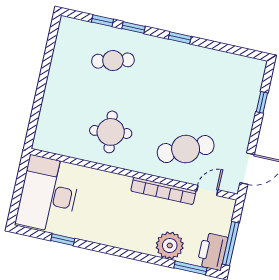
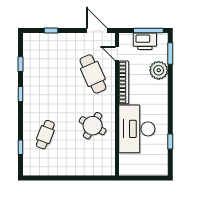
window: (133, 27) -> (21, 64), moved
cafe table: (113, 61) -> (45, 135), turned 36
round table: (111, 132) -> (93, 126), turned 36
desk: (48, 195) -> (137, 129), moved, turned 90
printer: (213, 251) -> (145, 41), moved

